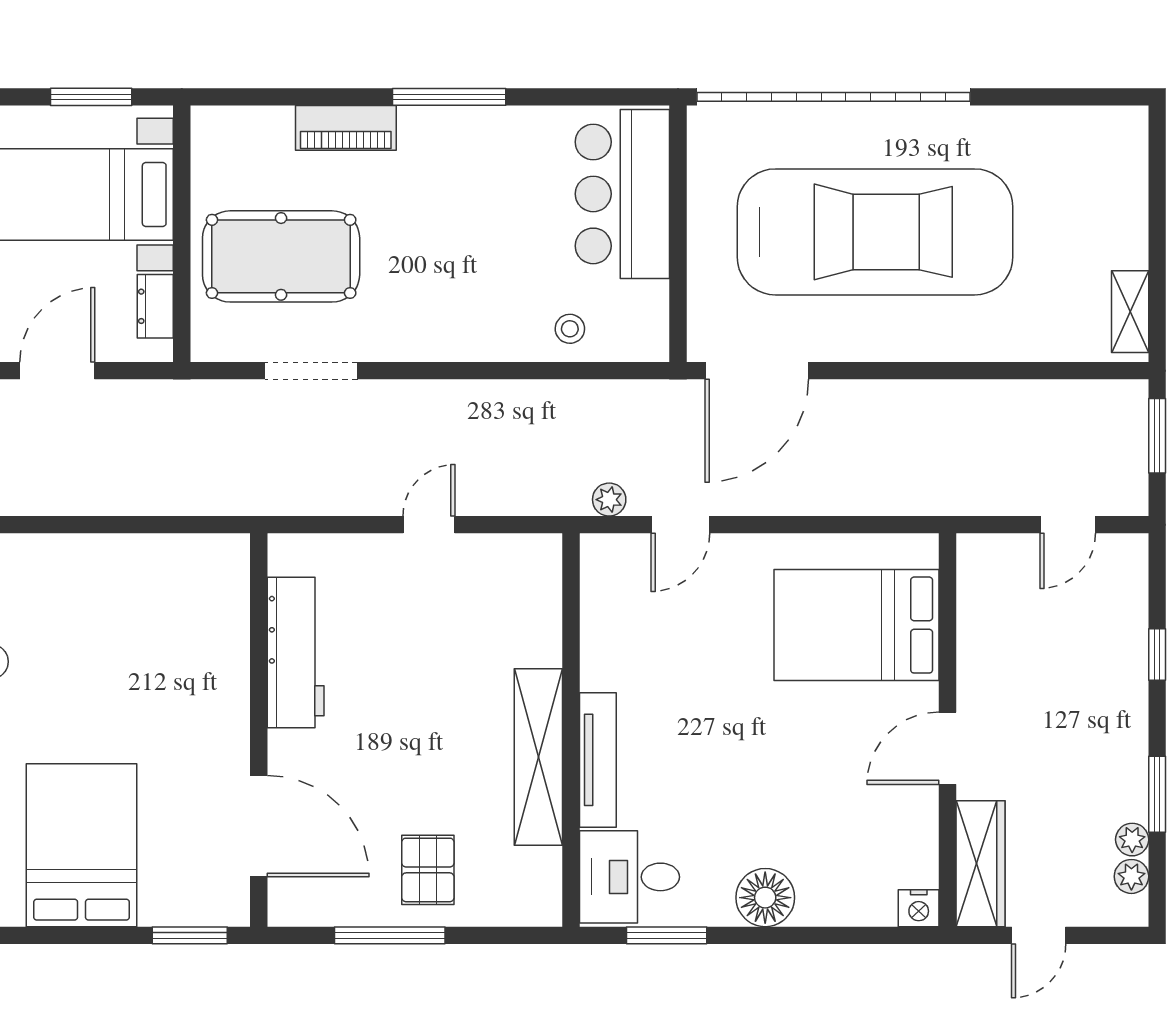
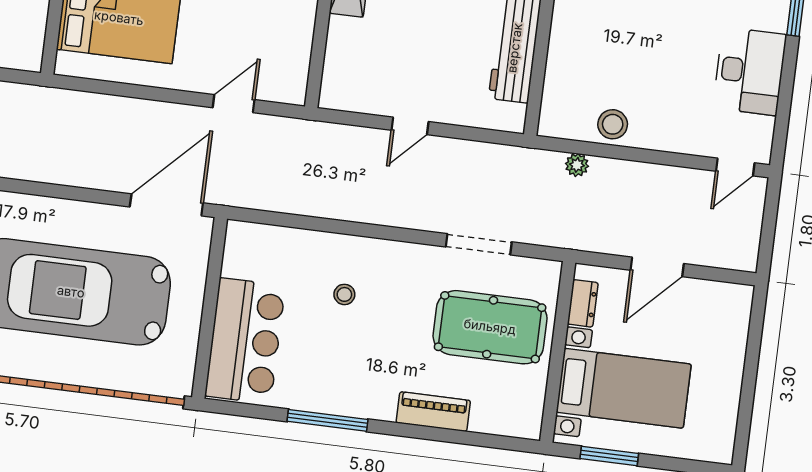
window: (449, 97) -> (328, 420), moved
stool: (570, 329) -> (344, 294), moved
plant: (609, 500) -> (577, 165), moved
stool: (145, 563) -> (613, 124), added

